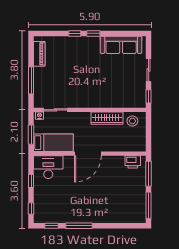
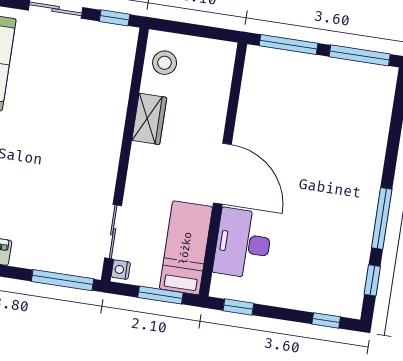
window: (31, 80) -> (63, 280), moved
wardrobe: (107, 118) -> (149, 119), width x0.67
printer: (133, 162) -> (257, 76), removed
desk: (48, 167) -> (243, 243), moved
window: (31, 181) -> (238, 307), moved

